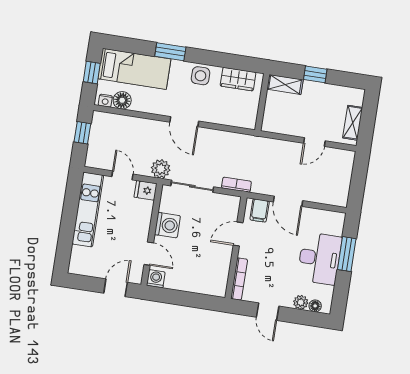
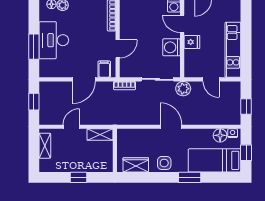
shelving: (285, 84) -> (100, 135), moved
window: (358, 182) -> (34, 102), added
fridge: (146, 190) -> (192, 42), moved
door: (288, 201) -> (84, 79), swing flipped

